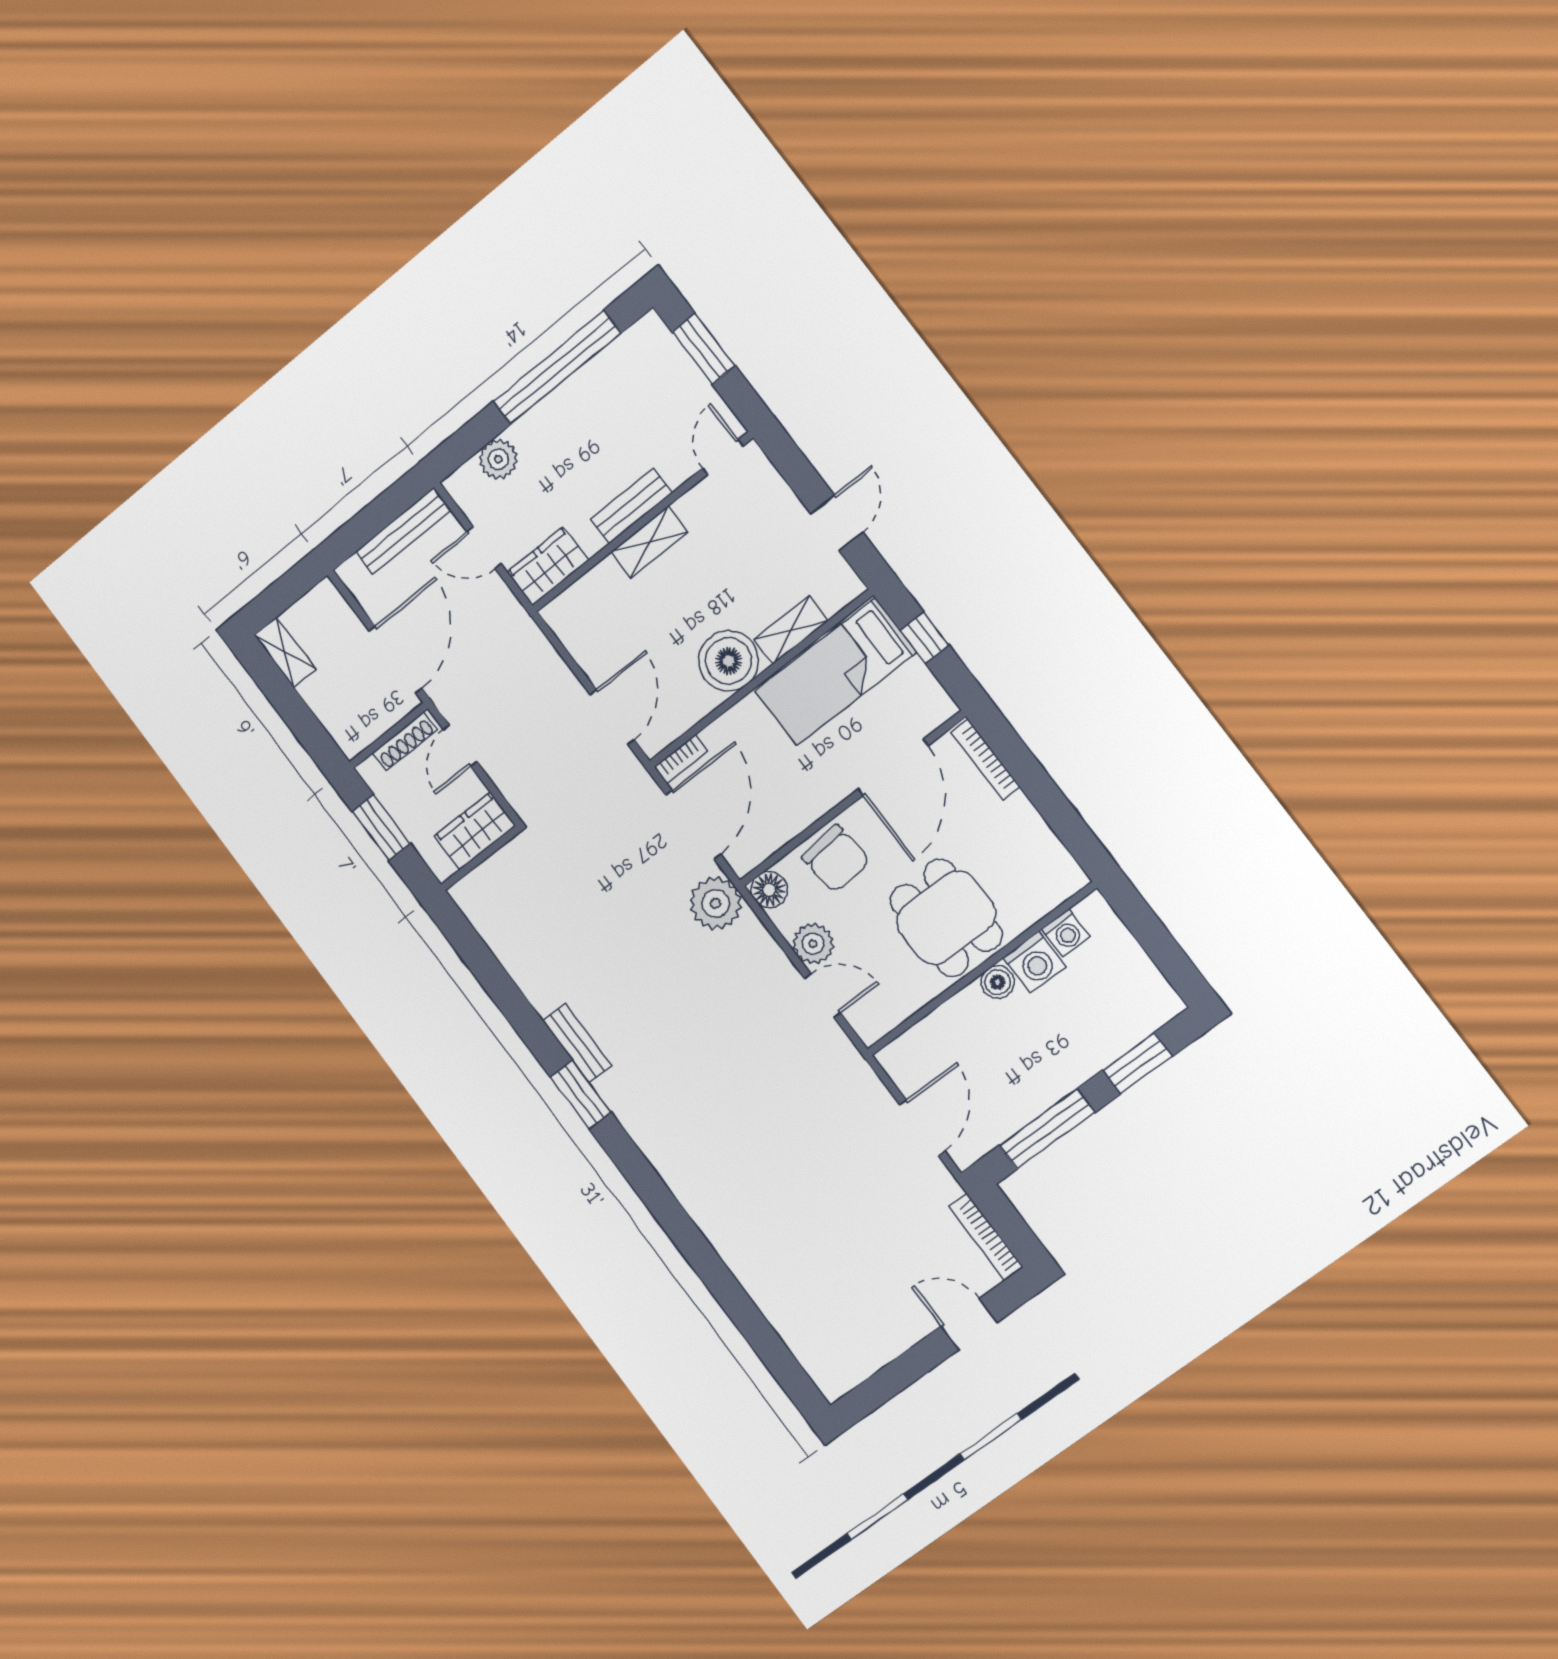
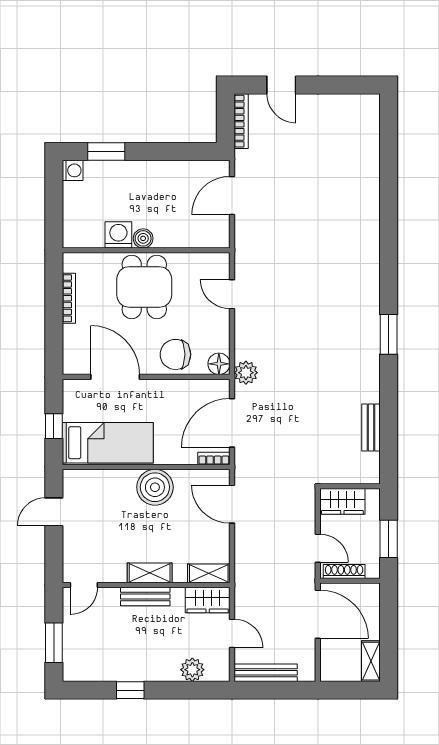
window: (557, 367) -> (130, 690), width x0.32
shelving: (791, 630) -> (209, 573), moved
door: (396, 660) -> (318, 614), swing flipped
door: (612, 717) -> (232, 504), hinge flipped
door: (460, 745) -> (318, 548), hinge flipped
bookcase: (985, 759) -> (69, 298), moved
door: (893, 767) -> (115, 377), hinge flipped
chair: (836, 859) -> (175, 354), turned -84
plant: (716, 903) -> (246, 373), width x0.73, depth x0.73
washing machine: (1066, 933) -> (73, 170), moved, turned 90
plant: (813, 944) -> (217, 322), removed
bench: (577, 1043) -> (371, 428), moved
window: (1047, 1129) -> (173, 152), removed

